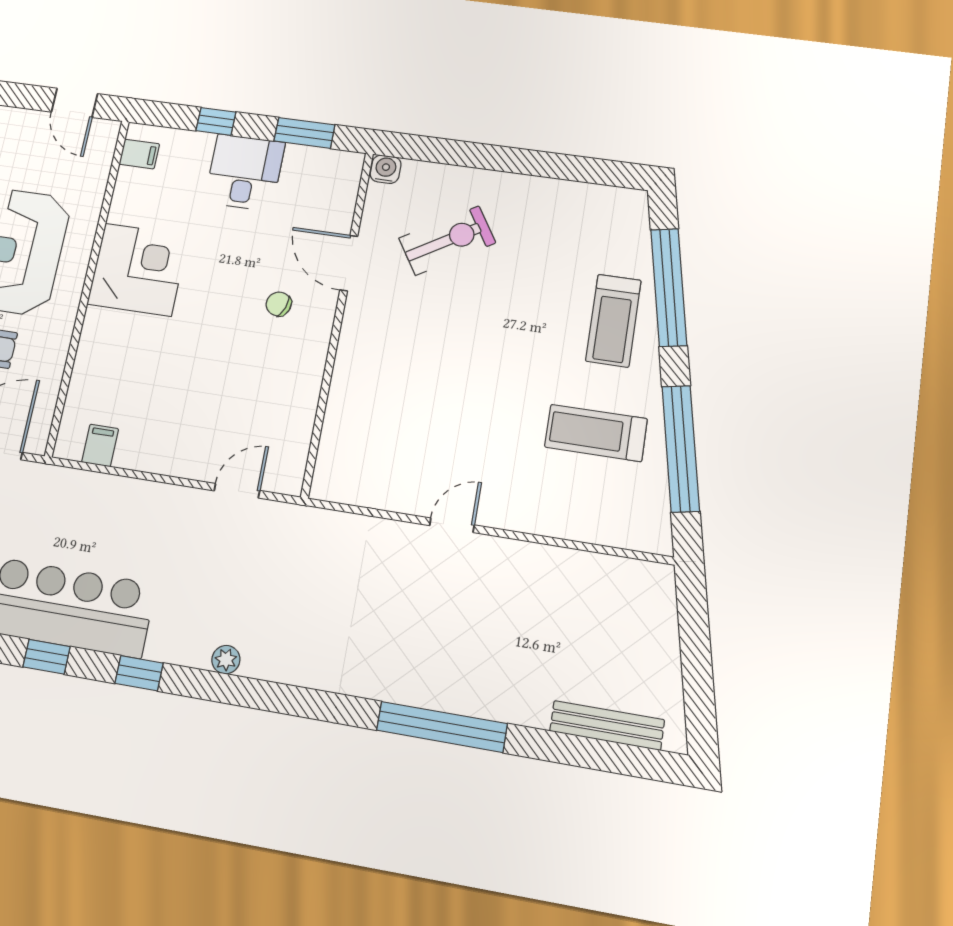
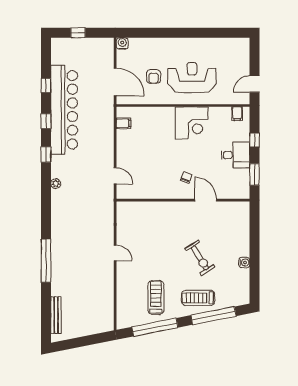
water cooler: (386, 169) -> (244, 263), moved
exercise bike: (447, 241) -> (200, 258), moved
door: (349, 263) -> (206, 200), hinge flipped

